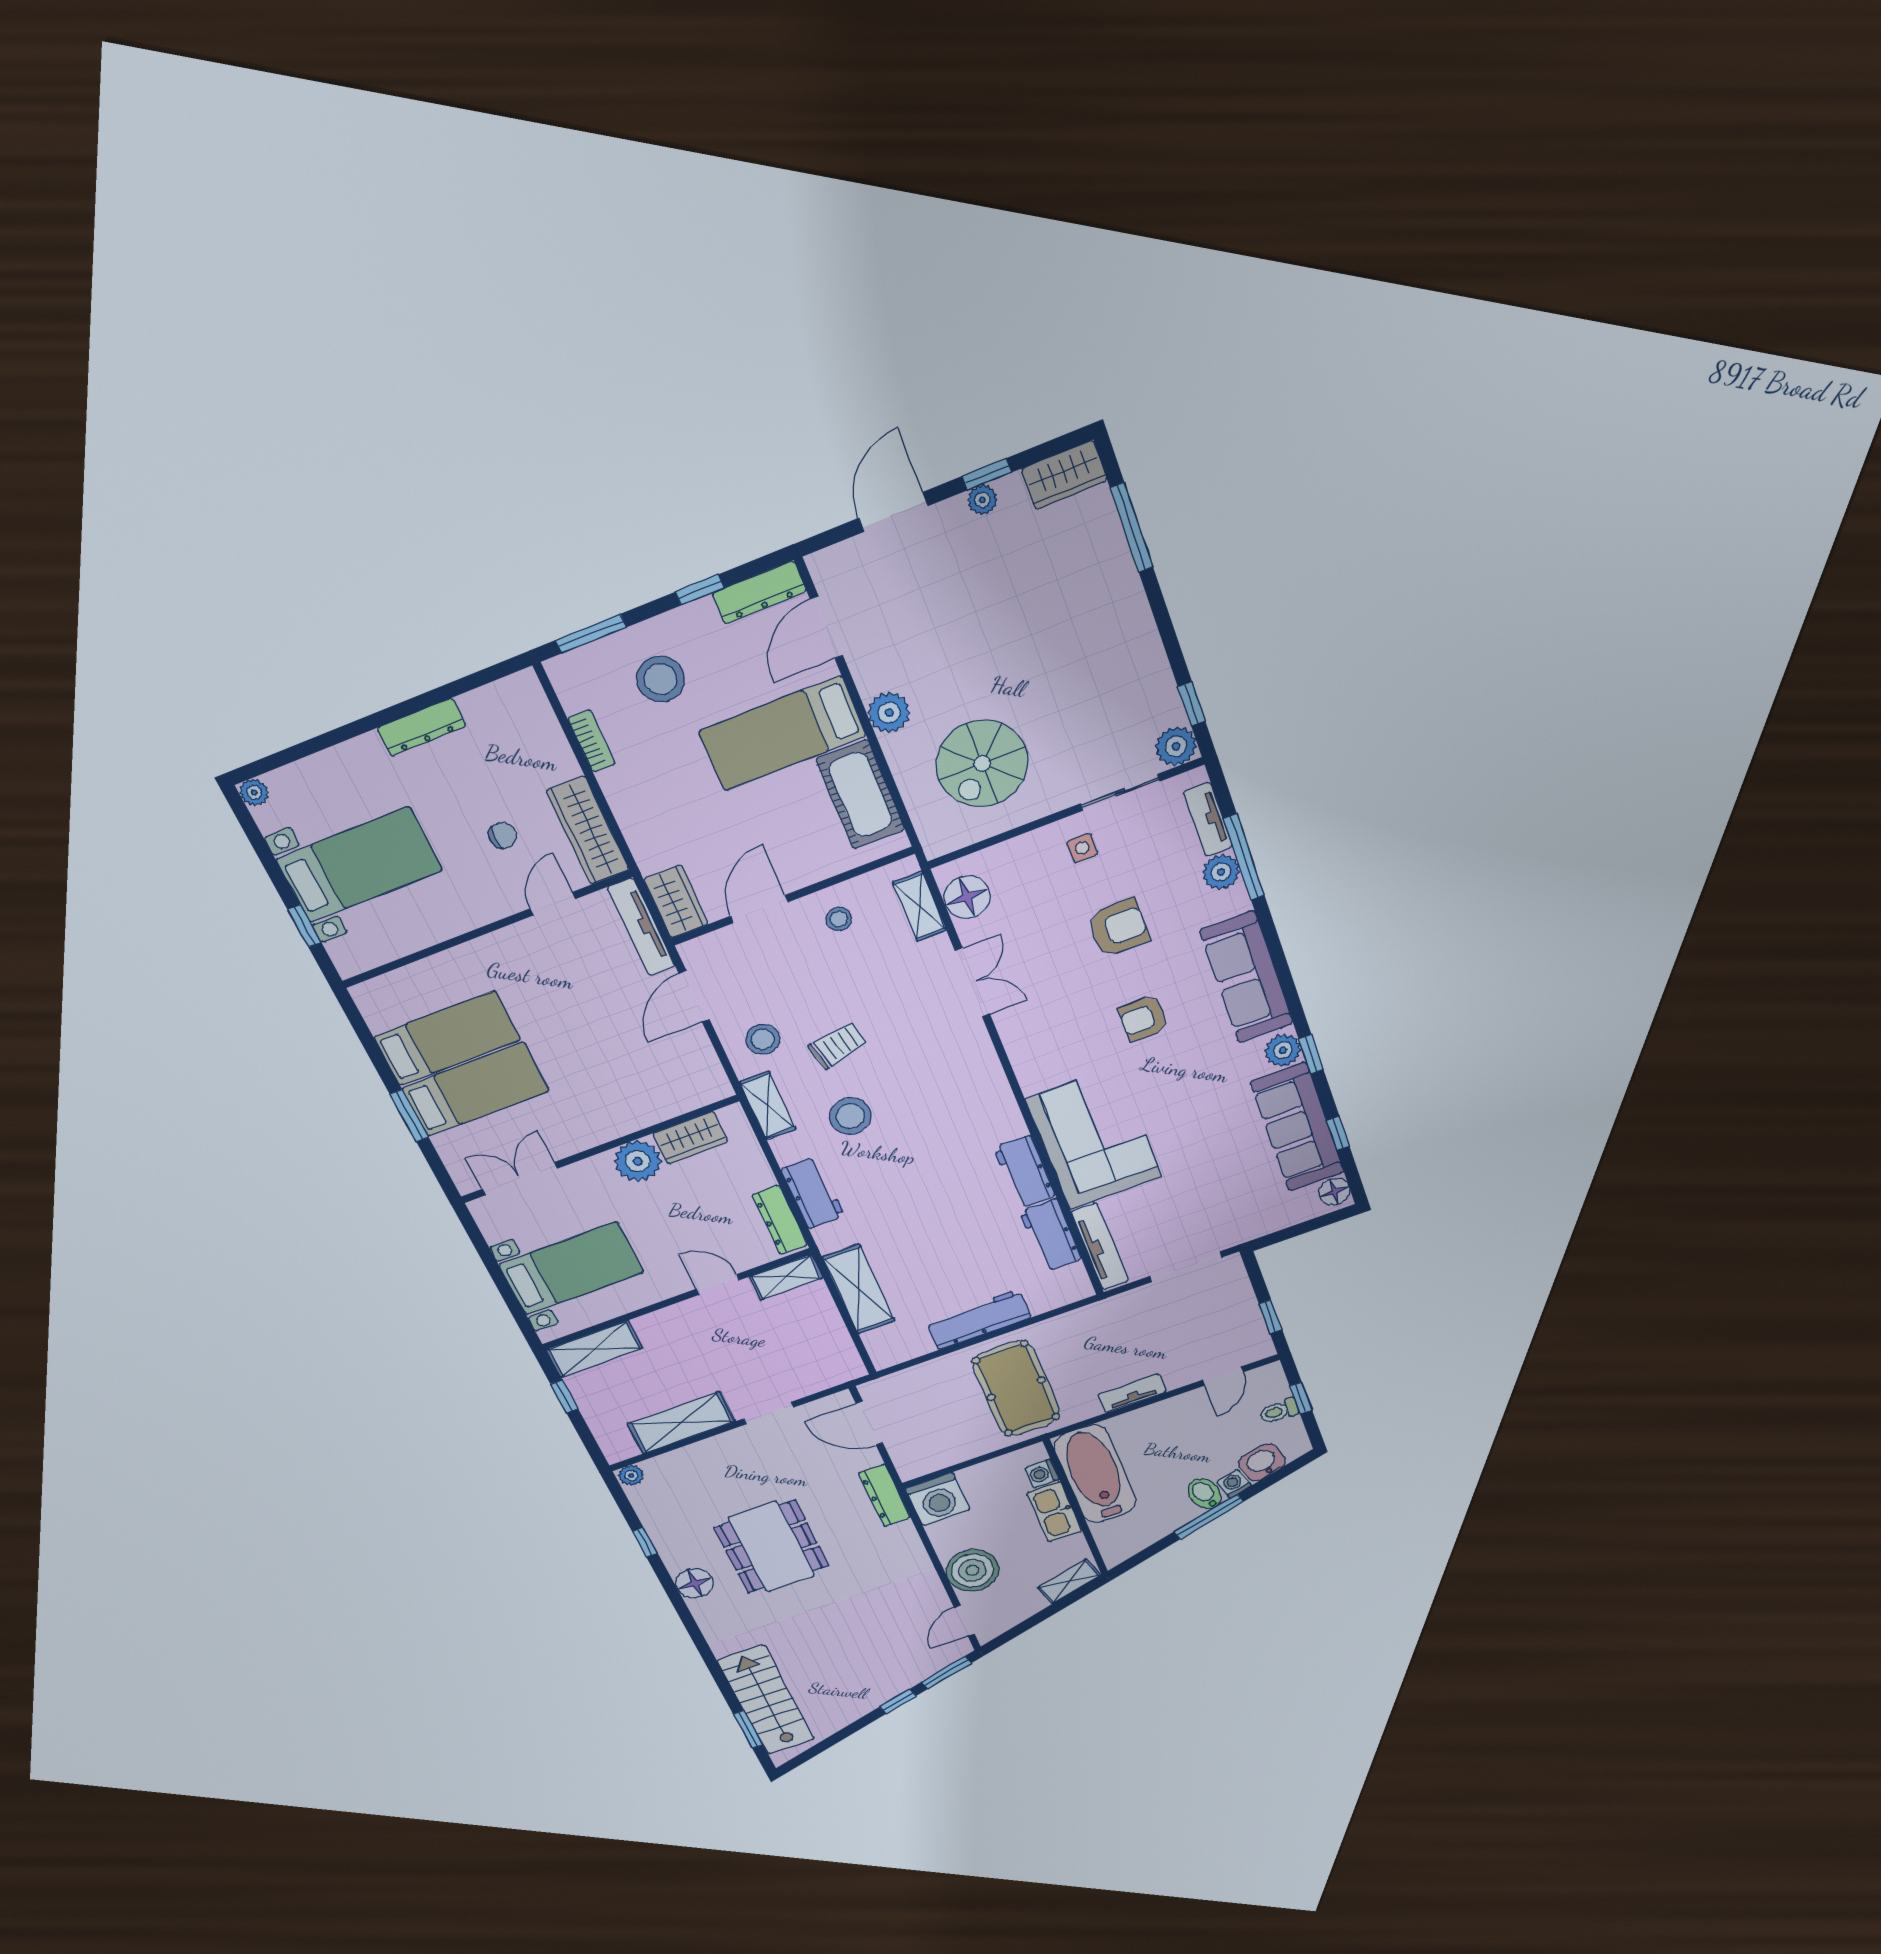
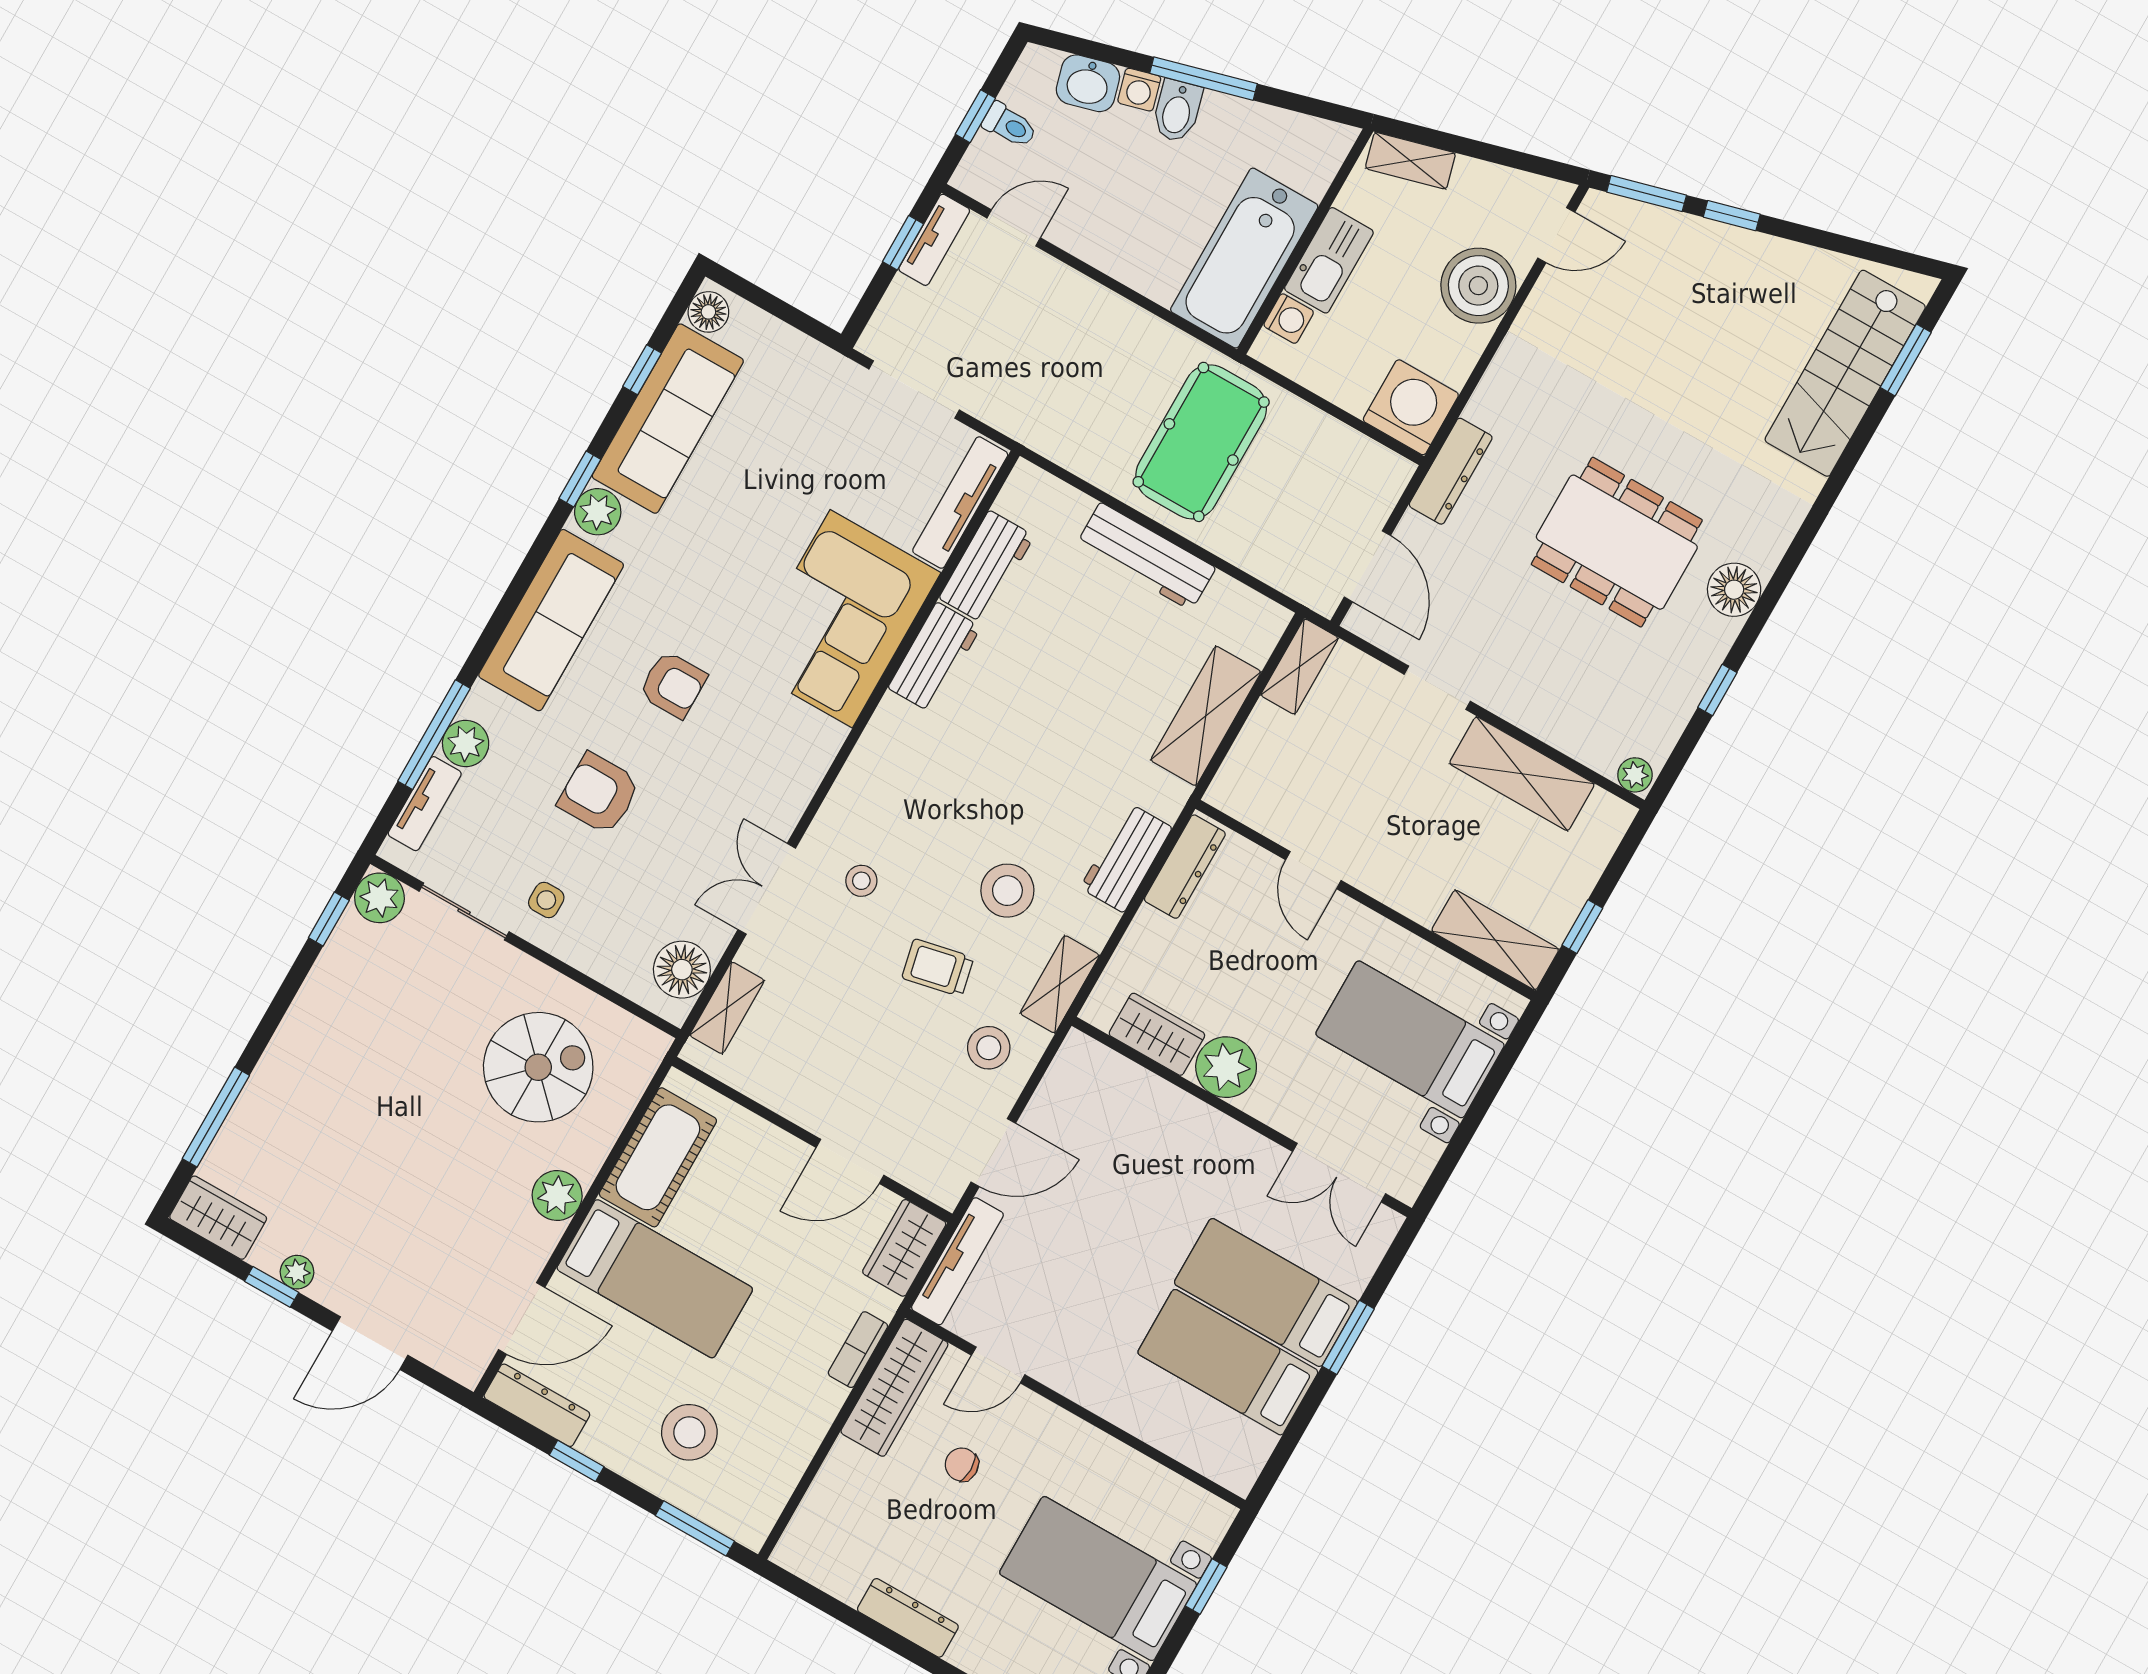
bookcase: (591, 741) -> (858, 1350), moved
stool: (839, 919) -> (861, 881), moved
shelving: (786, 1277) -> (1300, 667), moved, turned 90
tv unit: (1132, 1393) -> (934, 240), moved, turned -90
dining table: (771, 1547) -> (1617, 542), turned 90

